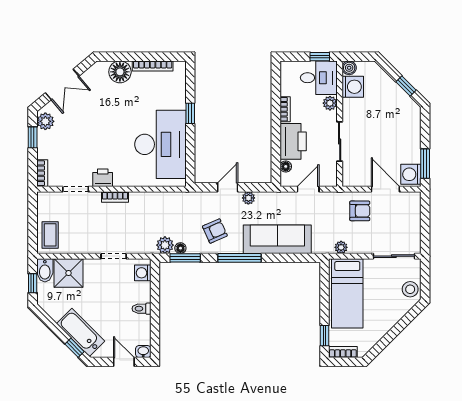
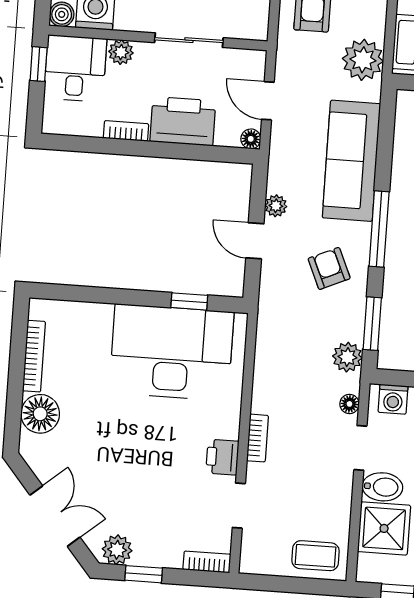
window: (190, 113) -> (189, 301), moved
floor lamp: (286, 166) -> (251, 139), moved
plant: (341, 247) -> (363, 60), width x1.87, depth x1.87
floor lamp: (180, 248) -> (349, 404), moved
bidet: (45, 270) -> (382, 487), moved

